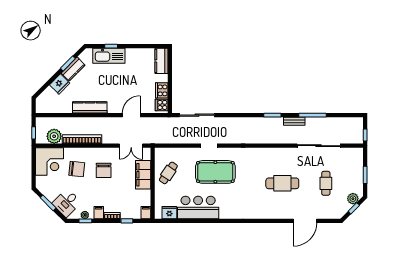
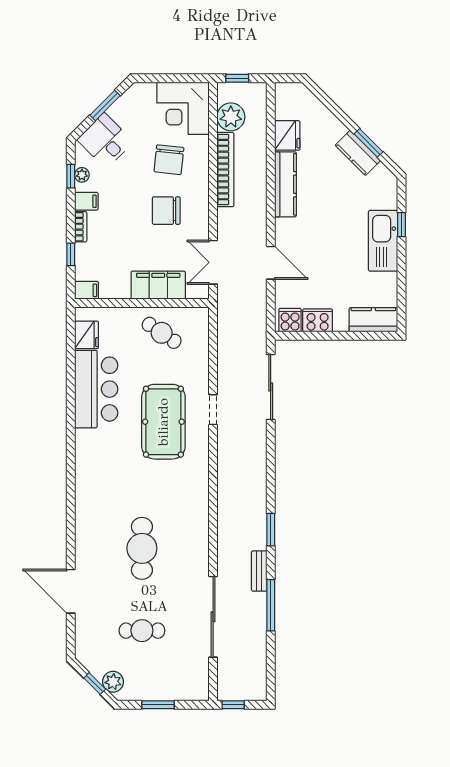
kitchen sink: (109, 56) -> (383, 241), moved
fridge: (60, 84) -> (287, 135), moved, turned -135

